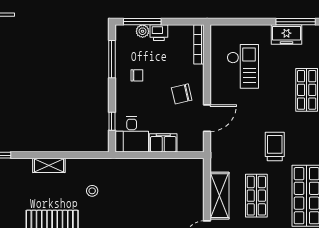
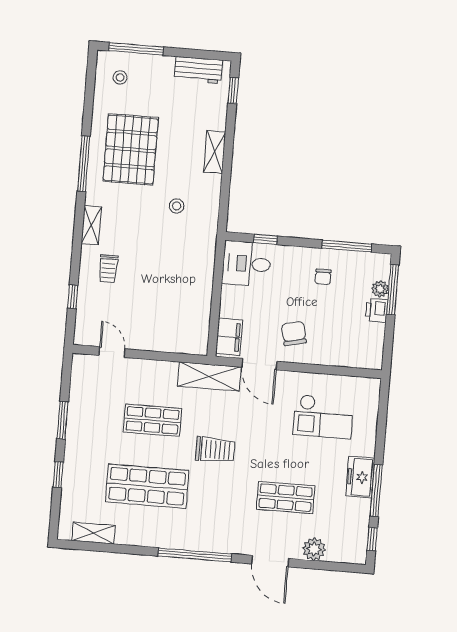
bookcase: (199, 44) -> (357, 362), removed
filing cabinet: (163, 143) -> (229, 337), moved
shelving: (220, 196) -> (209, 377), moved

